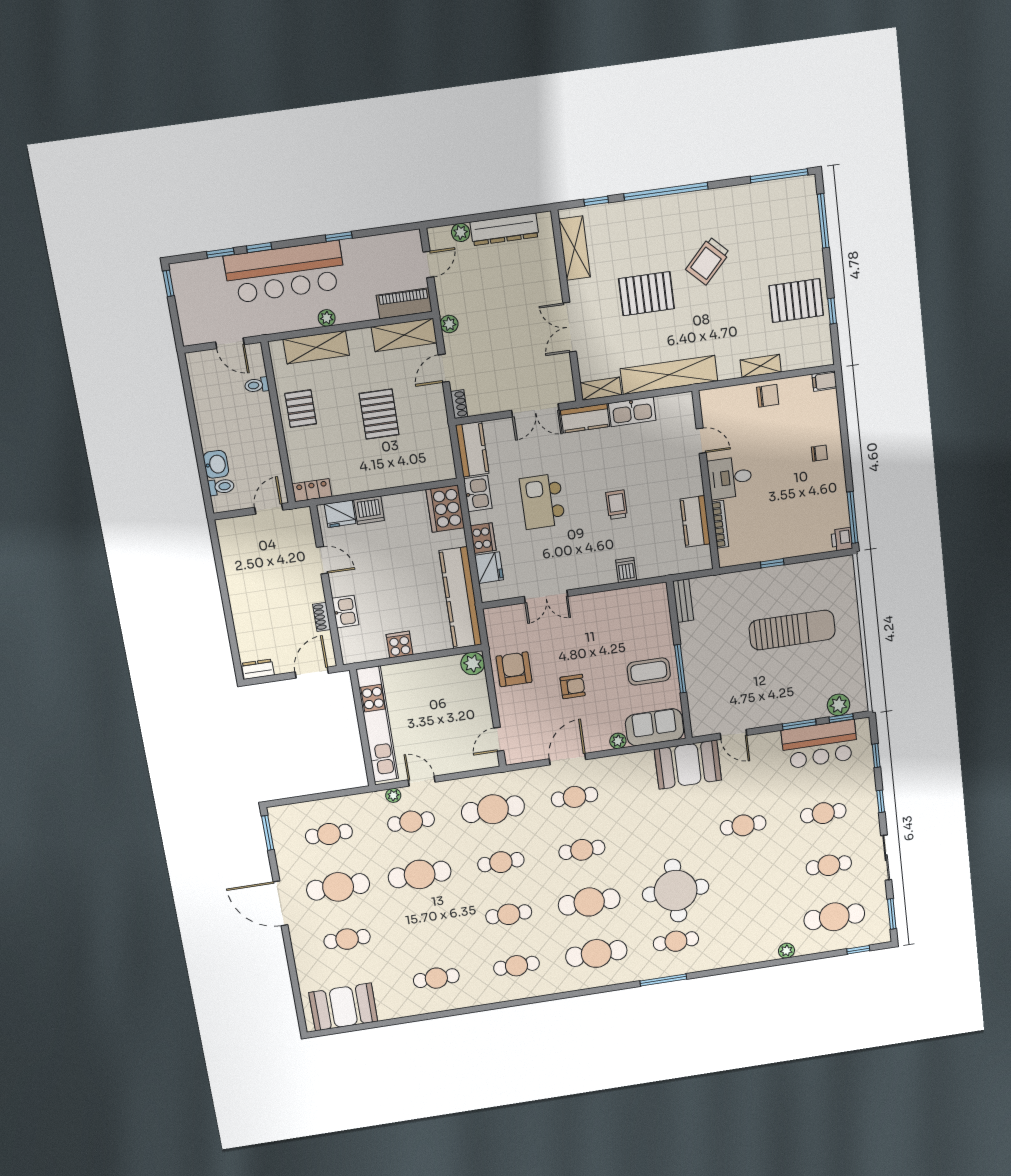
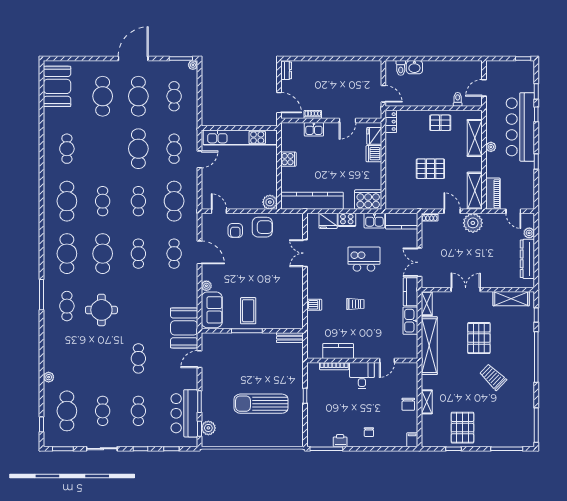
plant: (449, 324) -> (473, 223), width x1.87, depth x1.87
printer: (842, 539) -> (340, 441), moved
sun lounger: (792, 630) -> (261, 404), turned 90
armchair: (573, 686) -> (235, 230), moved
plant: (393, 795) -> (193, 65), moved
round table: (676, 891) -> (101, 310), width x0.73, depth x0.73
cafe table: (347, 939) -> (103, 96), width x1.37, depth x1.35
cafe table: (516, 966) -> (67, 201), width x1.37, depth x1.35

